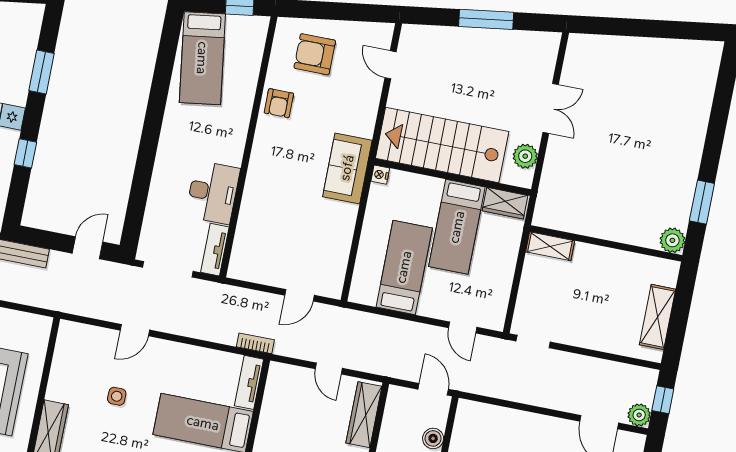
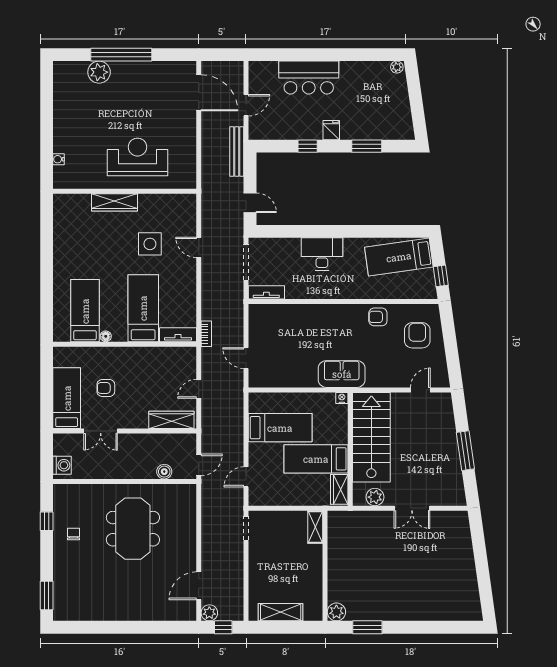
desk: (213, 192) -> (322, 254), moved, turned 180
side table: (117, 396) -> (150, 244), width x1.87, depth x1.87

